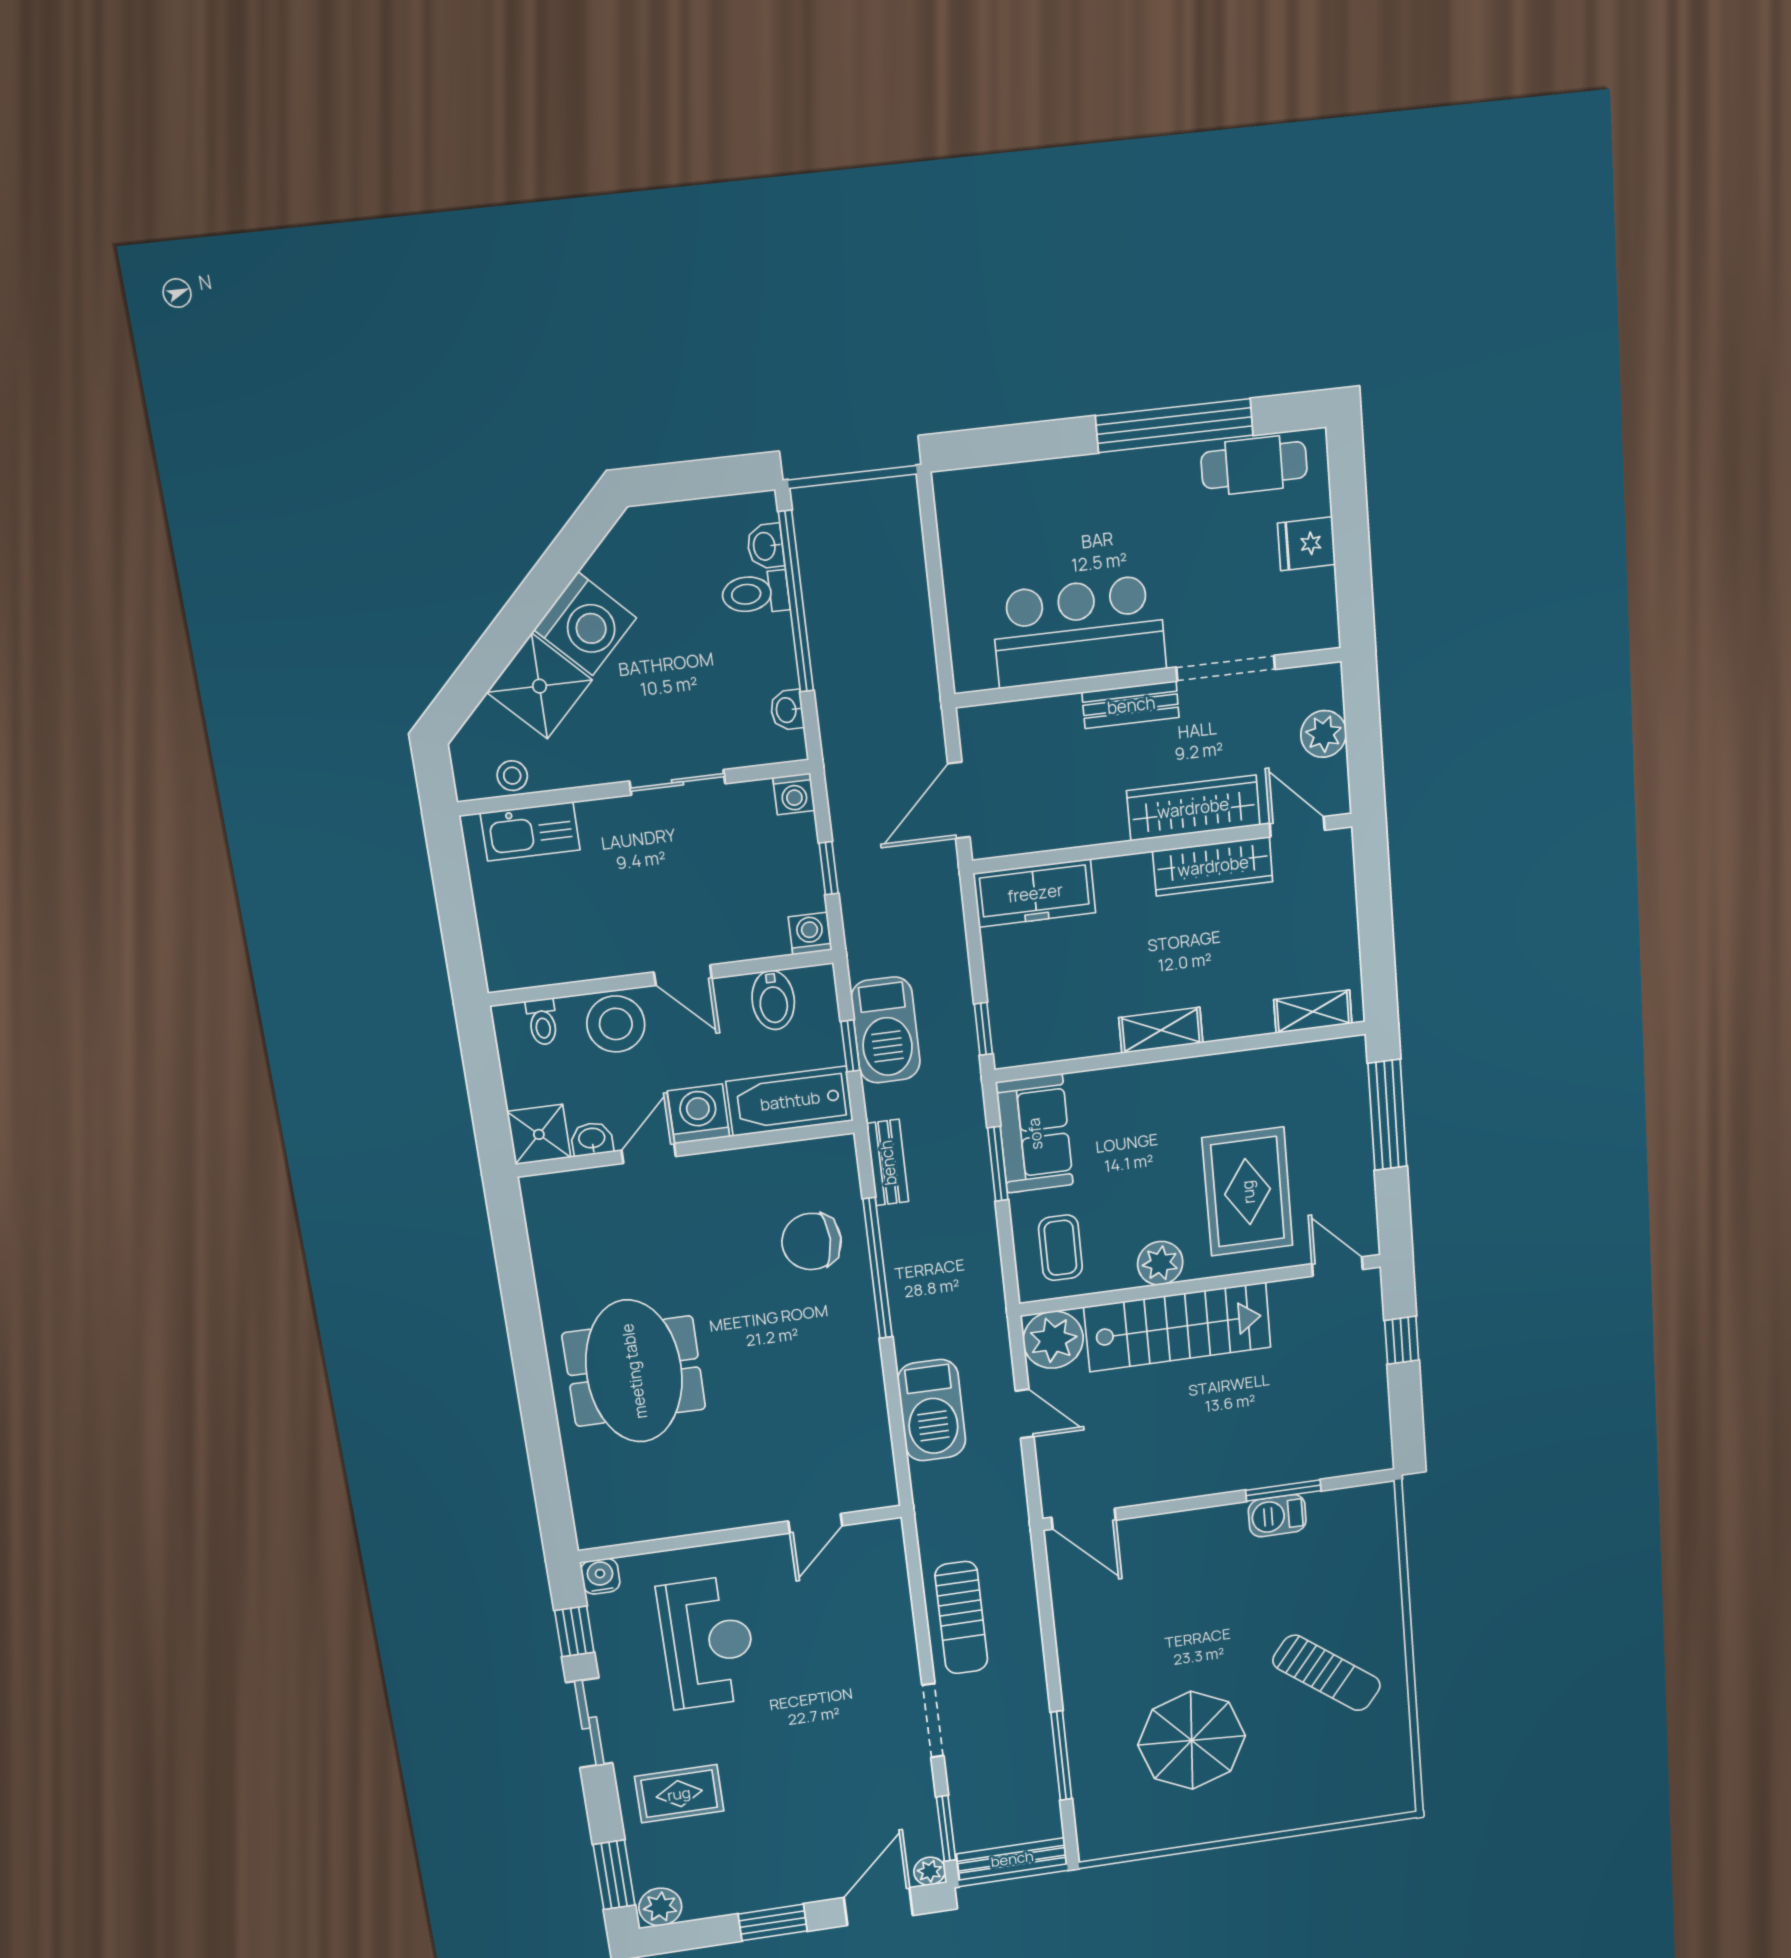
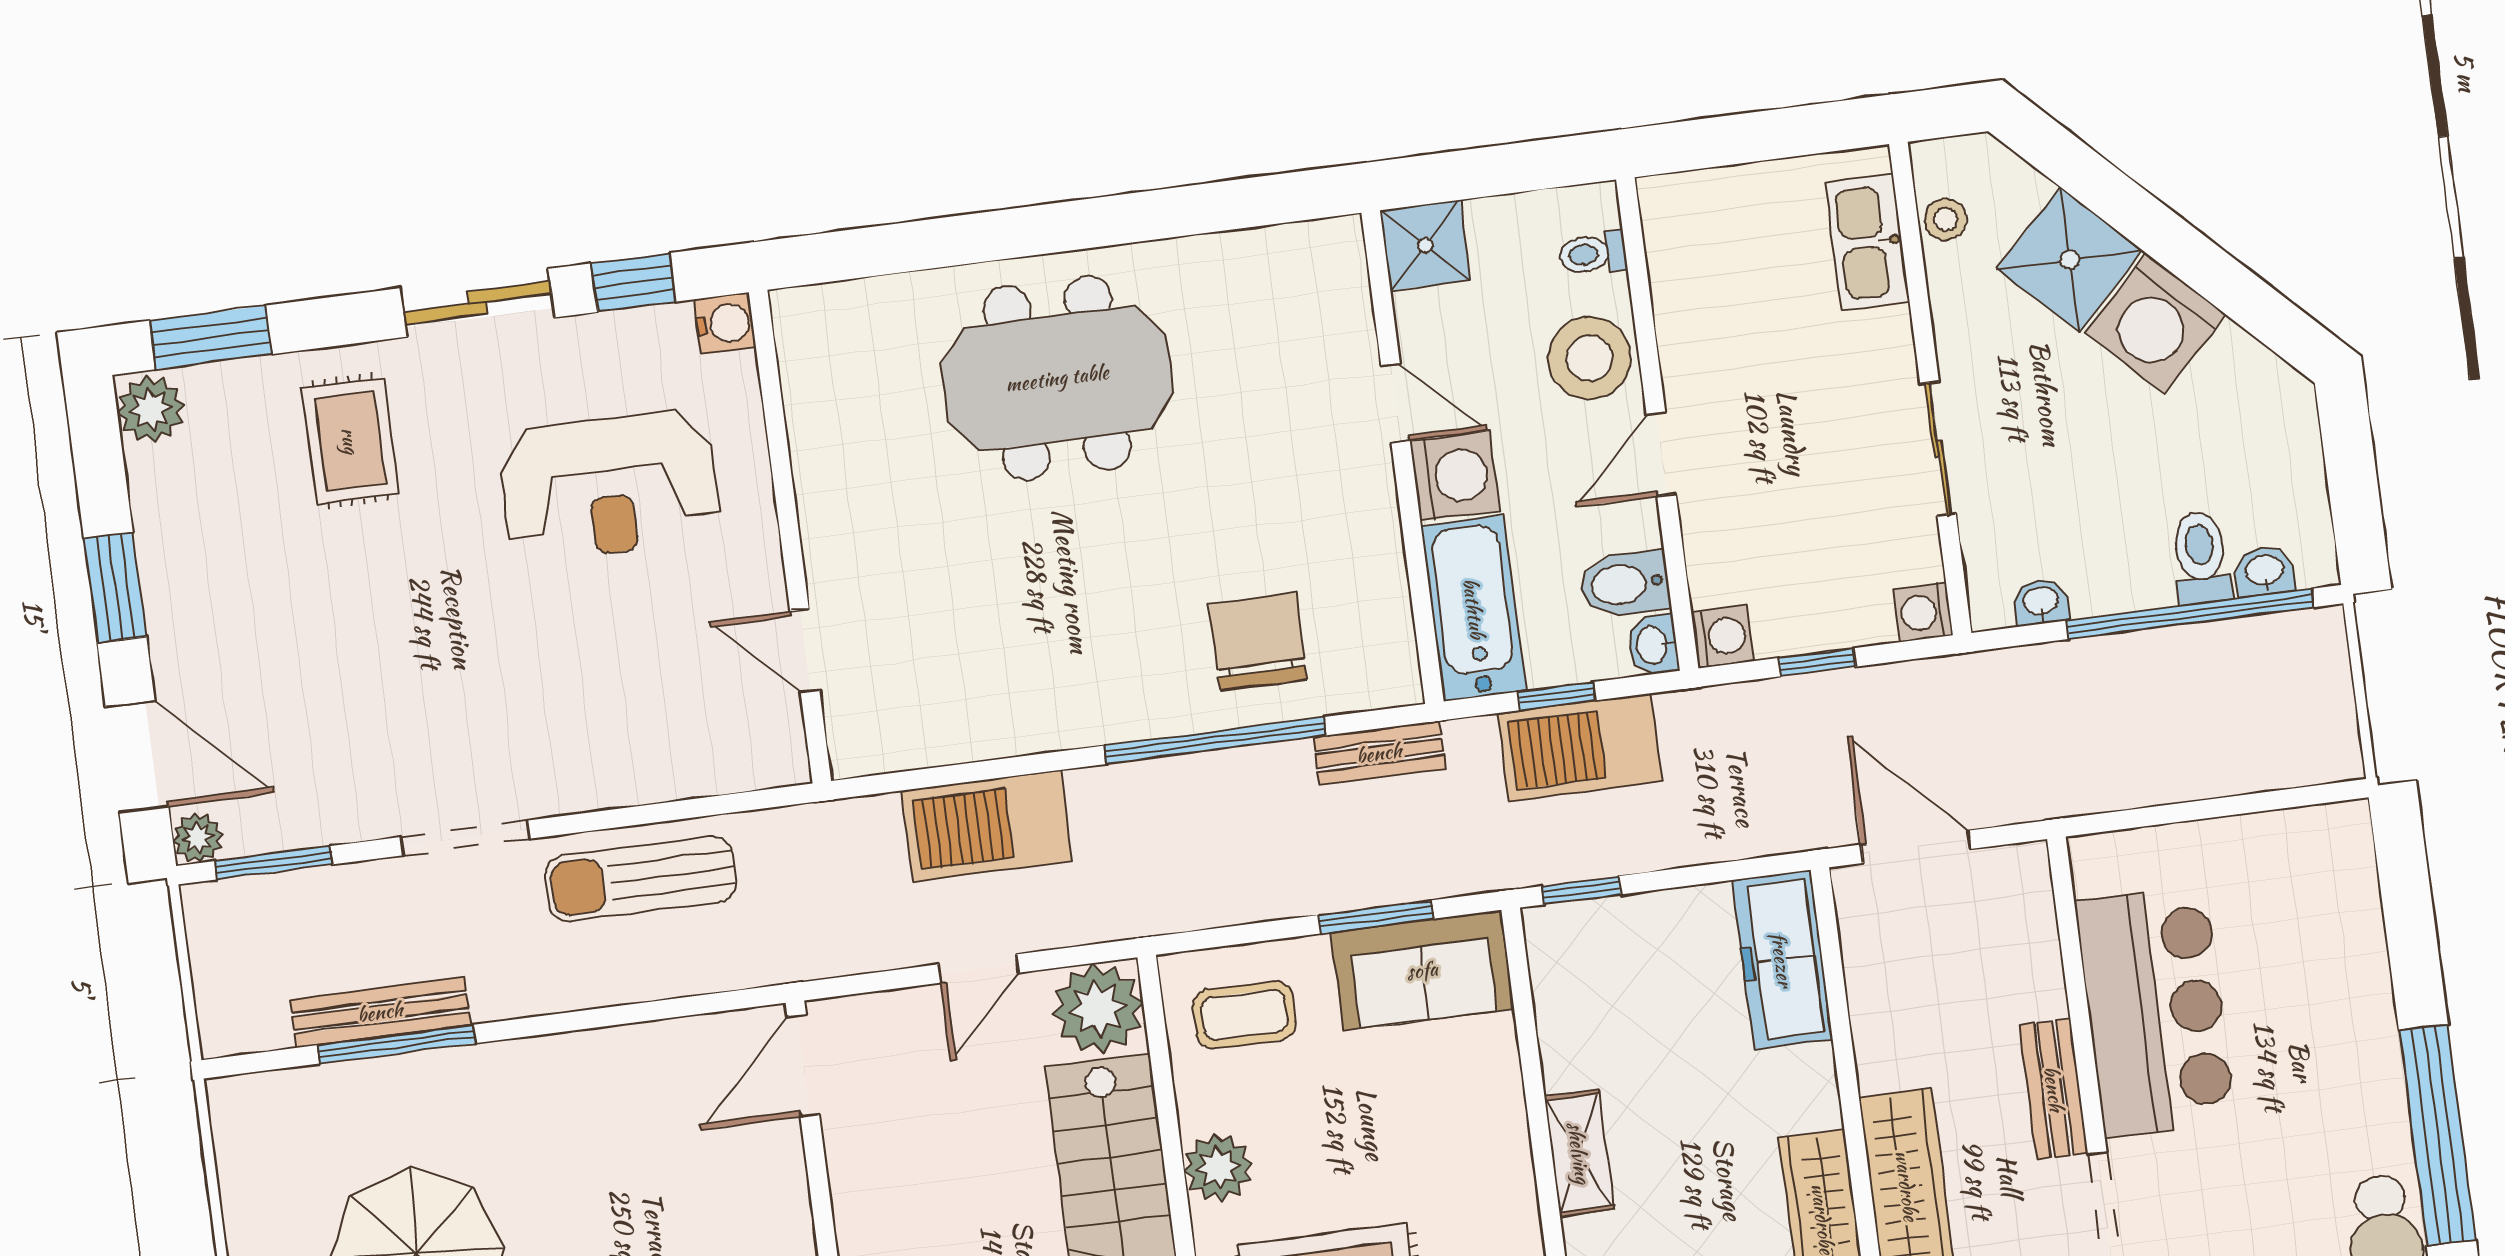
washbasin: (592, 1139) -> (1653, 645), moved, turned 180
bench: (1012, 1859) -> (380, 1012), moved, turned 90

